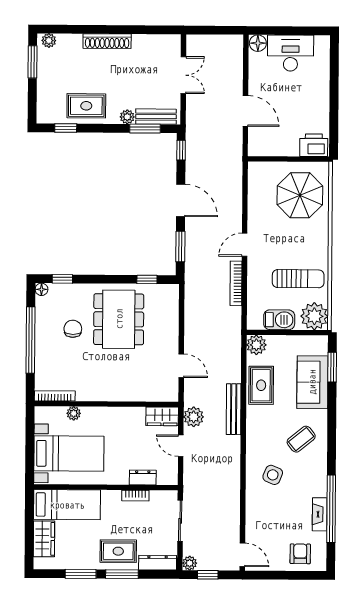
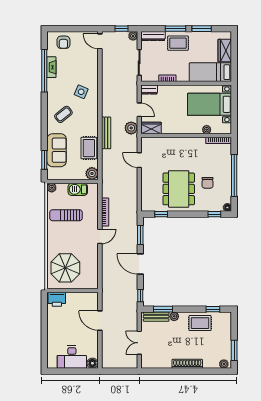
plant: (314, 316) -> (52, 188), width x0.53, depth x0.53
dresser: (143, 478) -> (149, 90), moved

